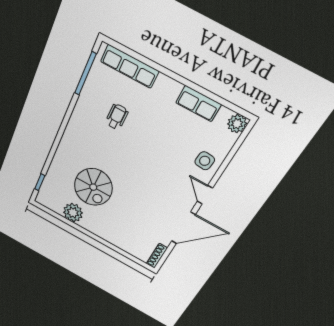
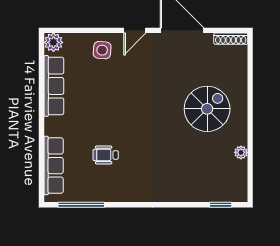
row of seats: (198, 104) -> (54, 86), width x1.48
spiral stairs: (93, 187) -> (207, 109), moved
plant: (73, 213) -> (241, 152), width x0.53, depth x0.53

